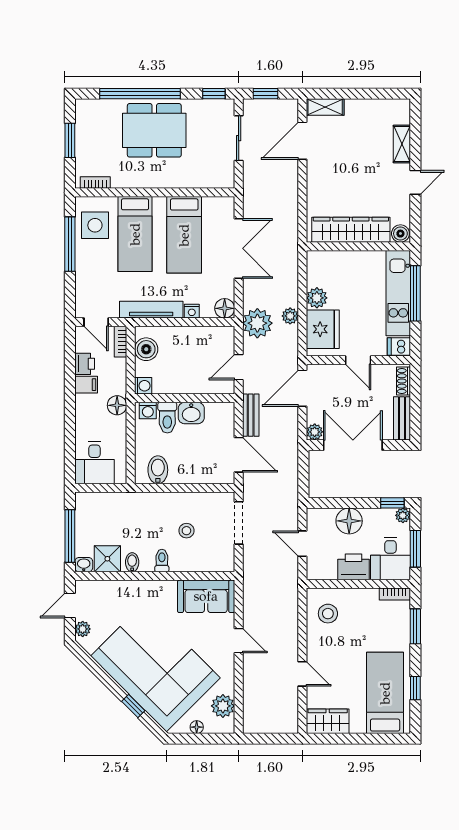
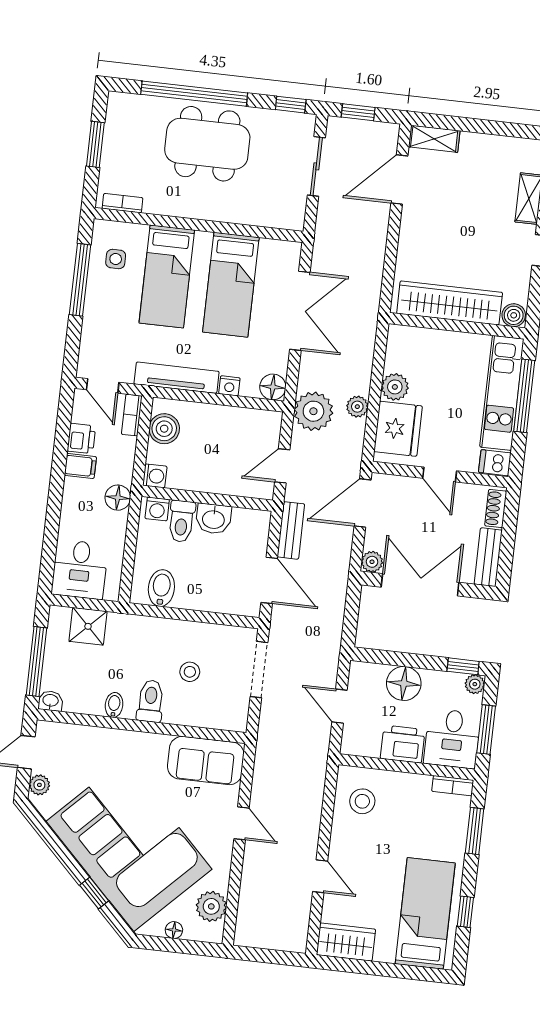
side table: (95, 225) -> (116, 259), width x0.54, depth x0.54
shower: (107, 559) -> (88, 626), moved
toilet: (162, 560) -> (150, 701), width x1.37, depth x1.39

